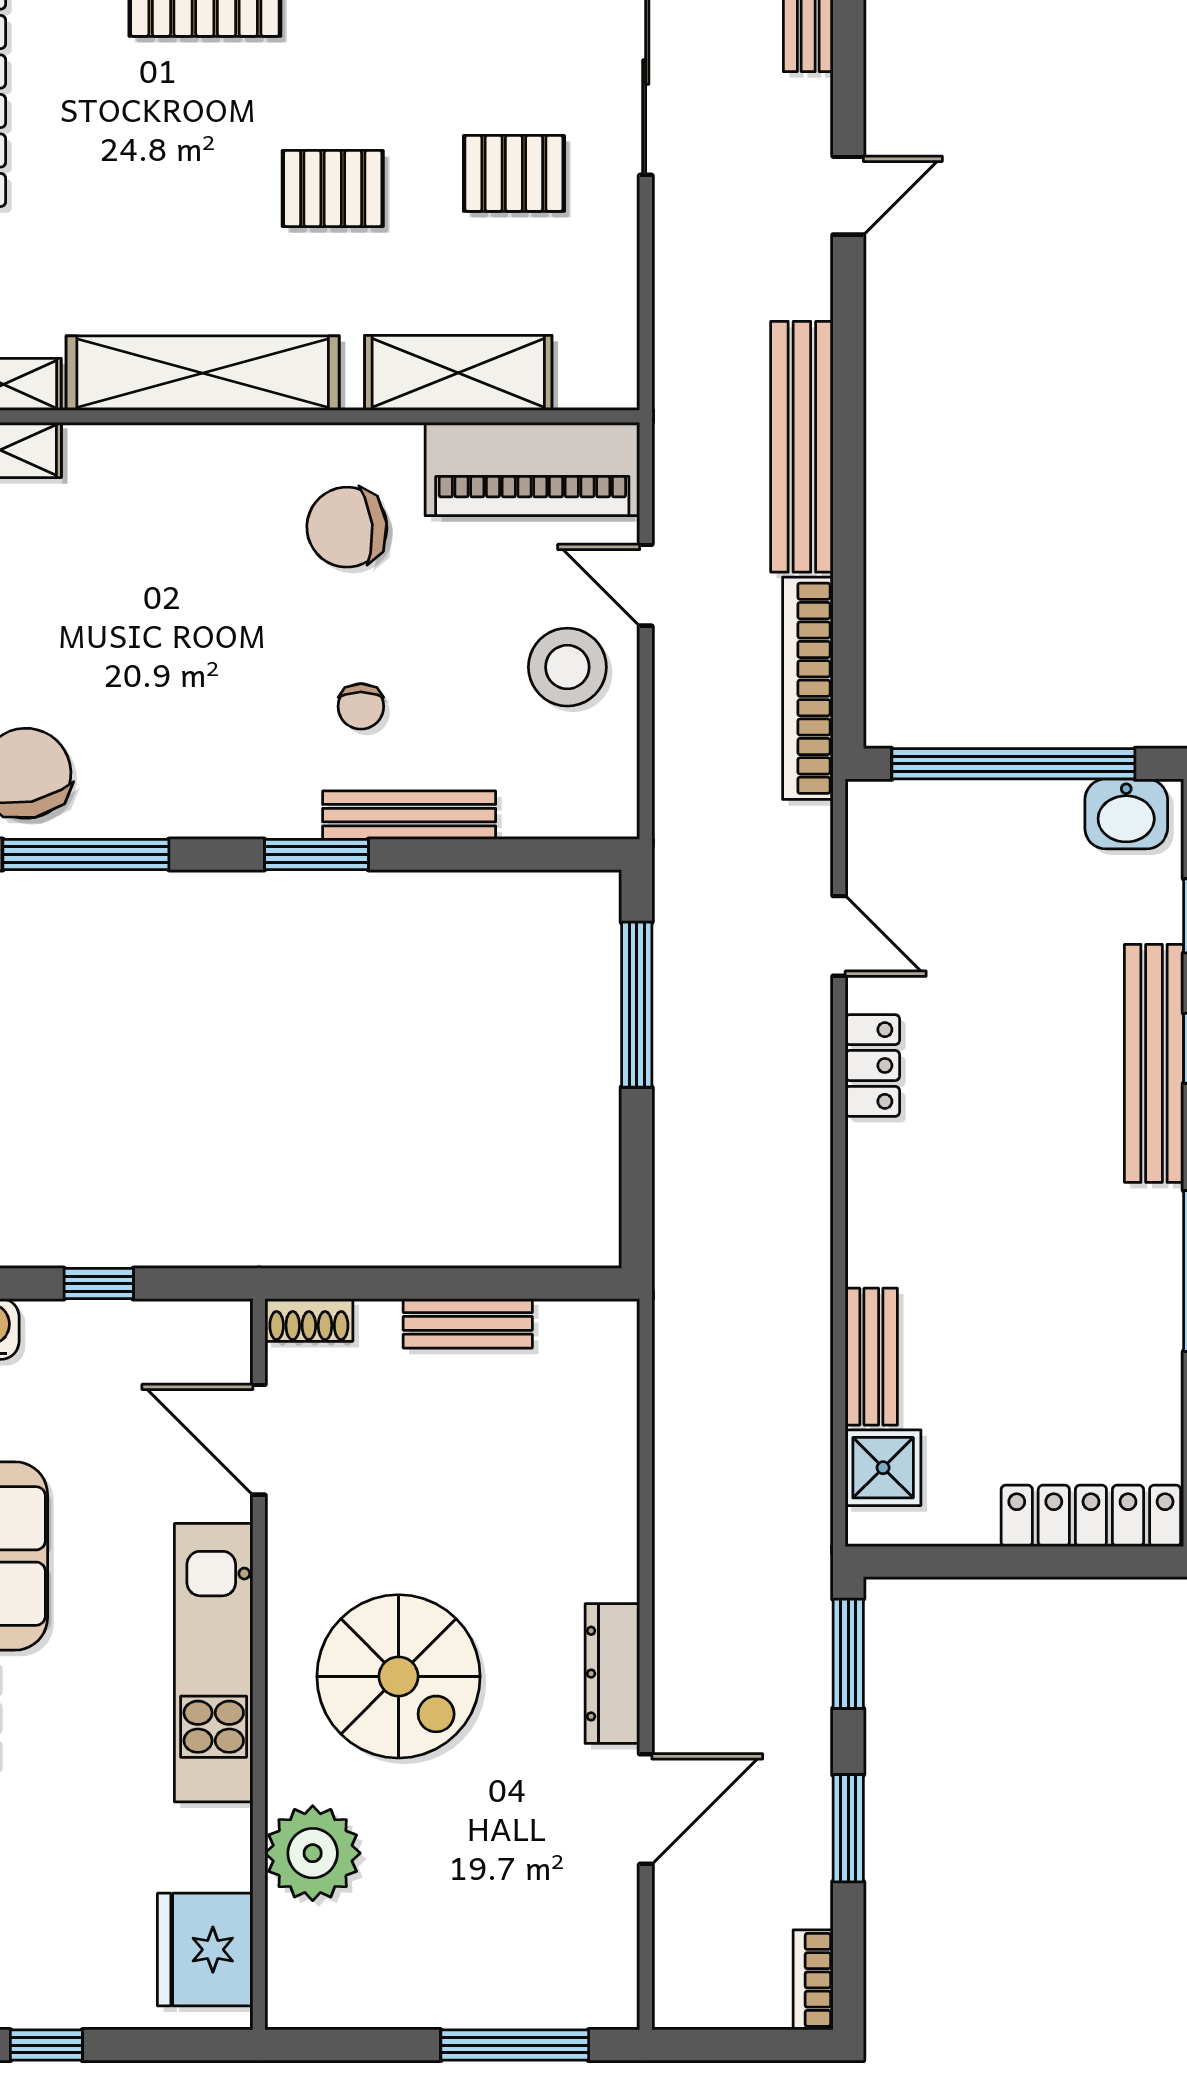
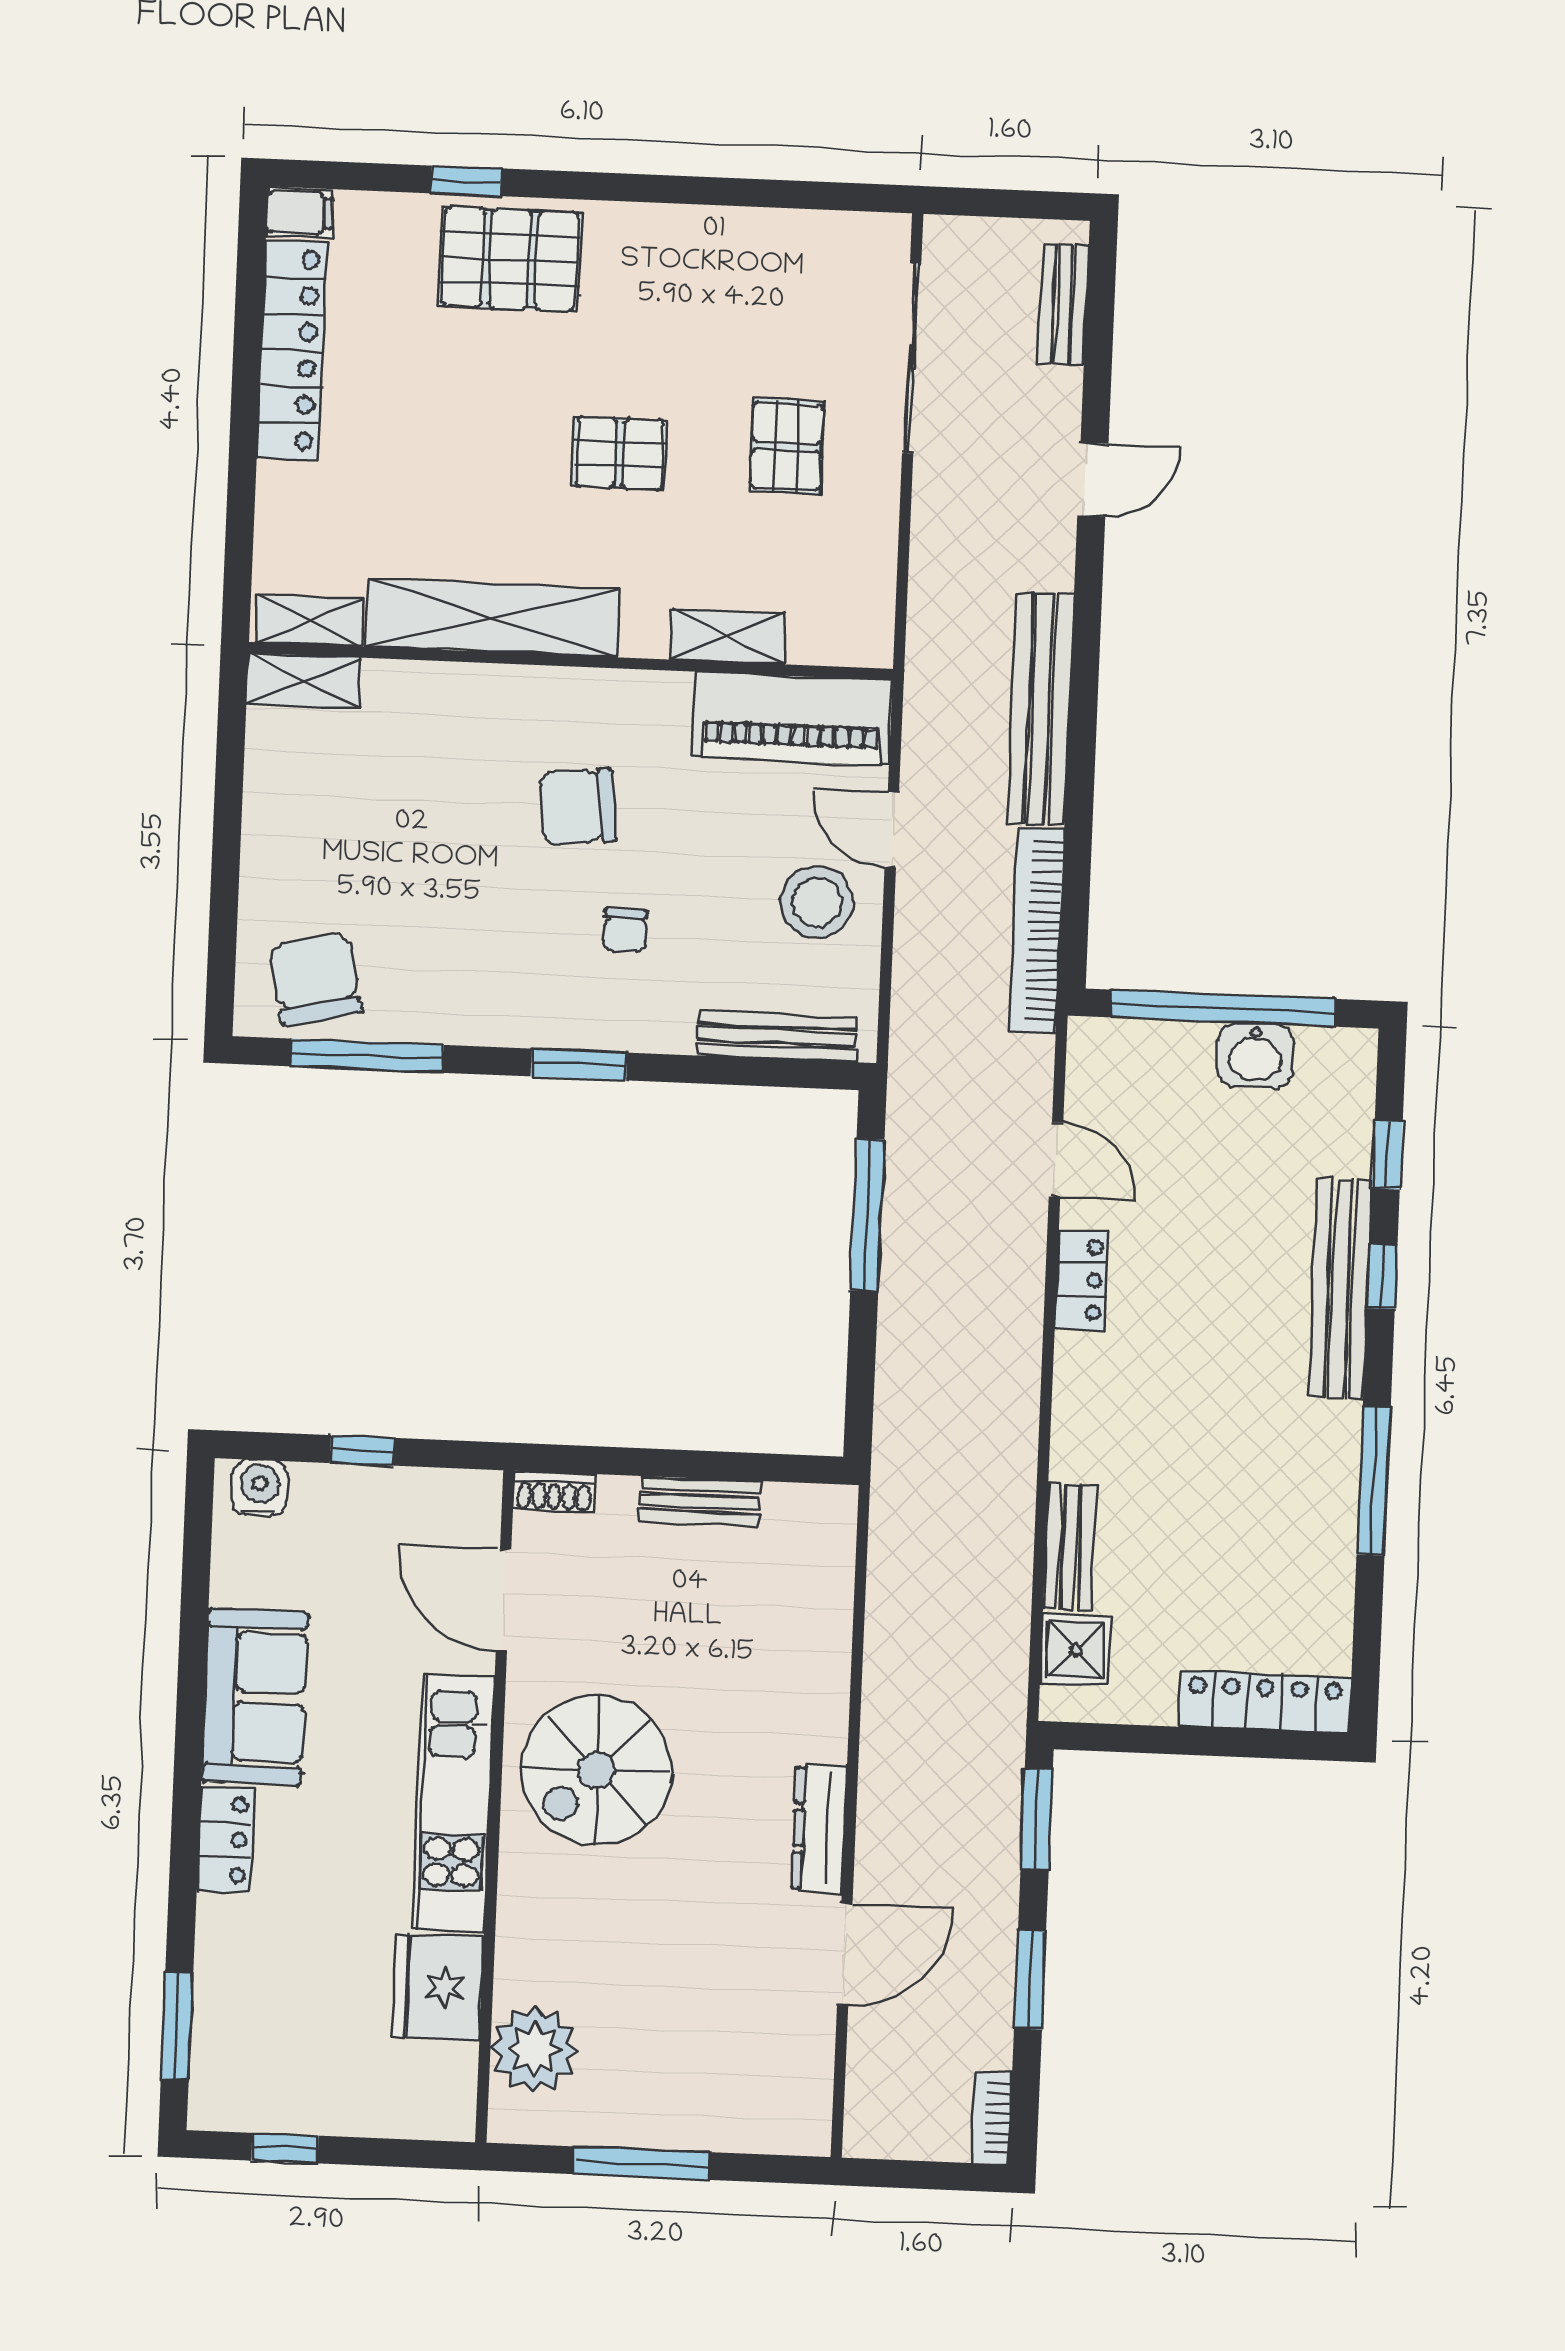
pallet: (514, 173) -> (787, 446), turned 90
shelving: (458, 373) -> (727, 636), width x0.67, depth x0.75
chair: (347, 527) -> (578, 807), moved
washbasin: (1126, 814) -> (1255, 1056), moved
bench: (409, 815) -> (777, 1037), moved
spiral stairs: (398, 1676) -> (597, 1770), moved, turned 90
plant: (313, 1853) -> (534, 2050), moved
fridge: (205, 1950) -> (438, 1987), moved
window: (515, 2045) -> (641, 2163), moved

